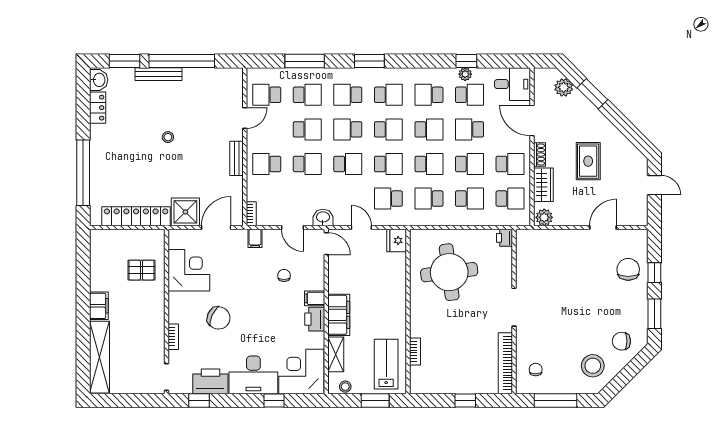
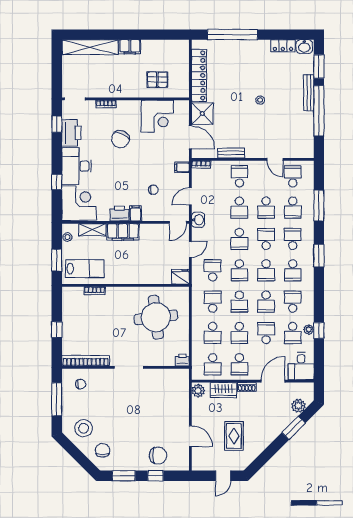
bench: (237, 158) -> (231, 153), moved
rug: (588, 161) -> (234, 436), moved, turned 90
pallet: (141, 270) -> (157, 80), turned 90

